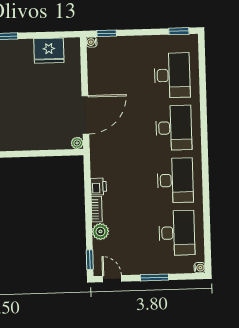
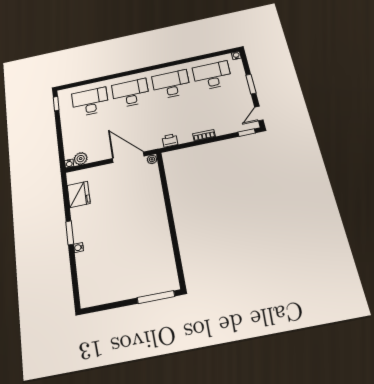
window: (107, 33) -> (61, 154), removed
printer: (98, 187) -> (170, 140), moved
plant: (100, 231) -> (81, 159), moved

